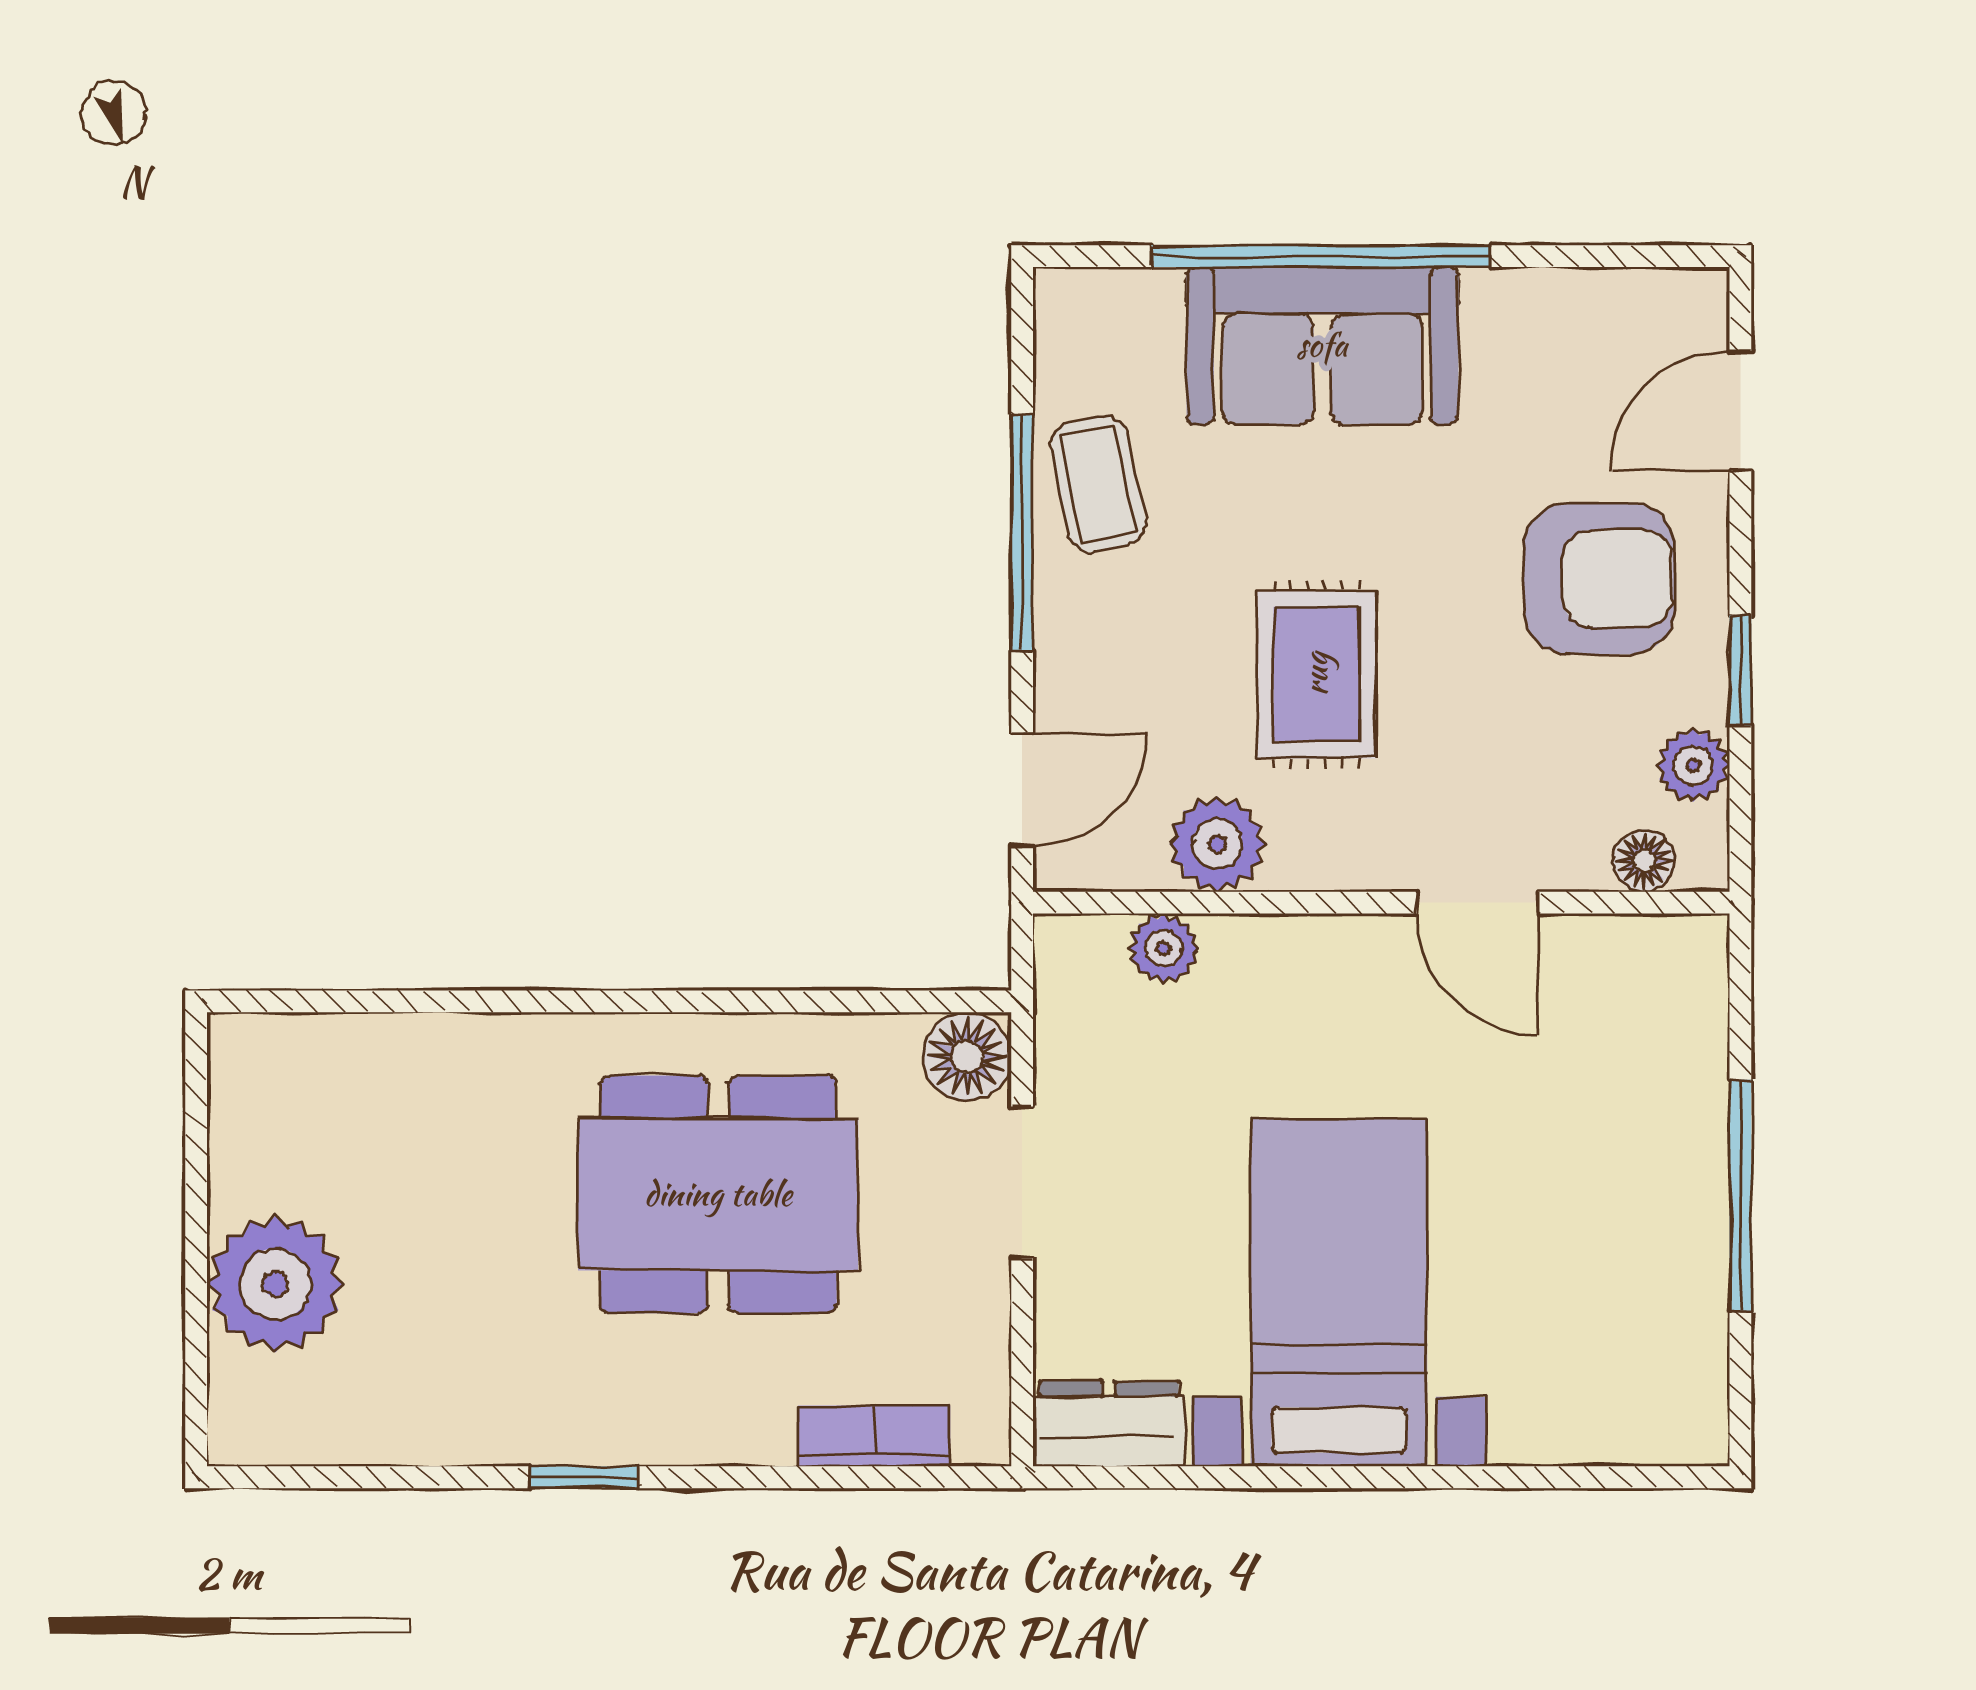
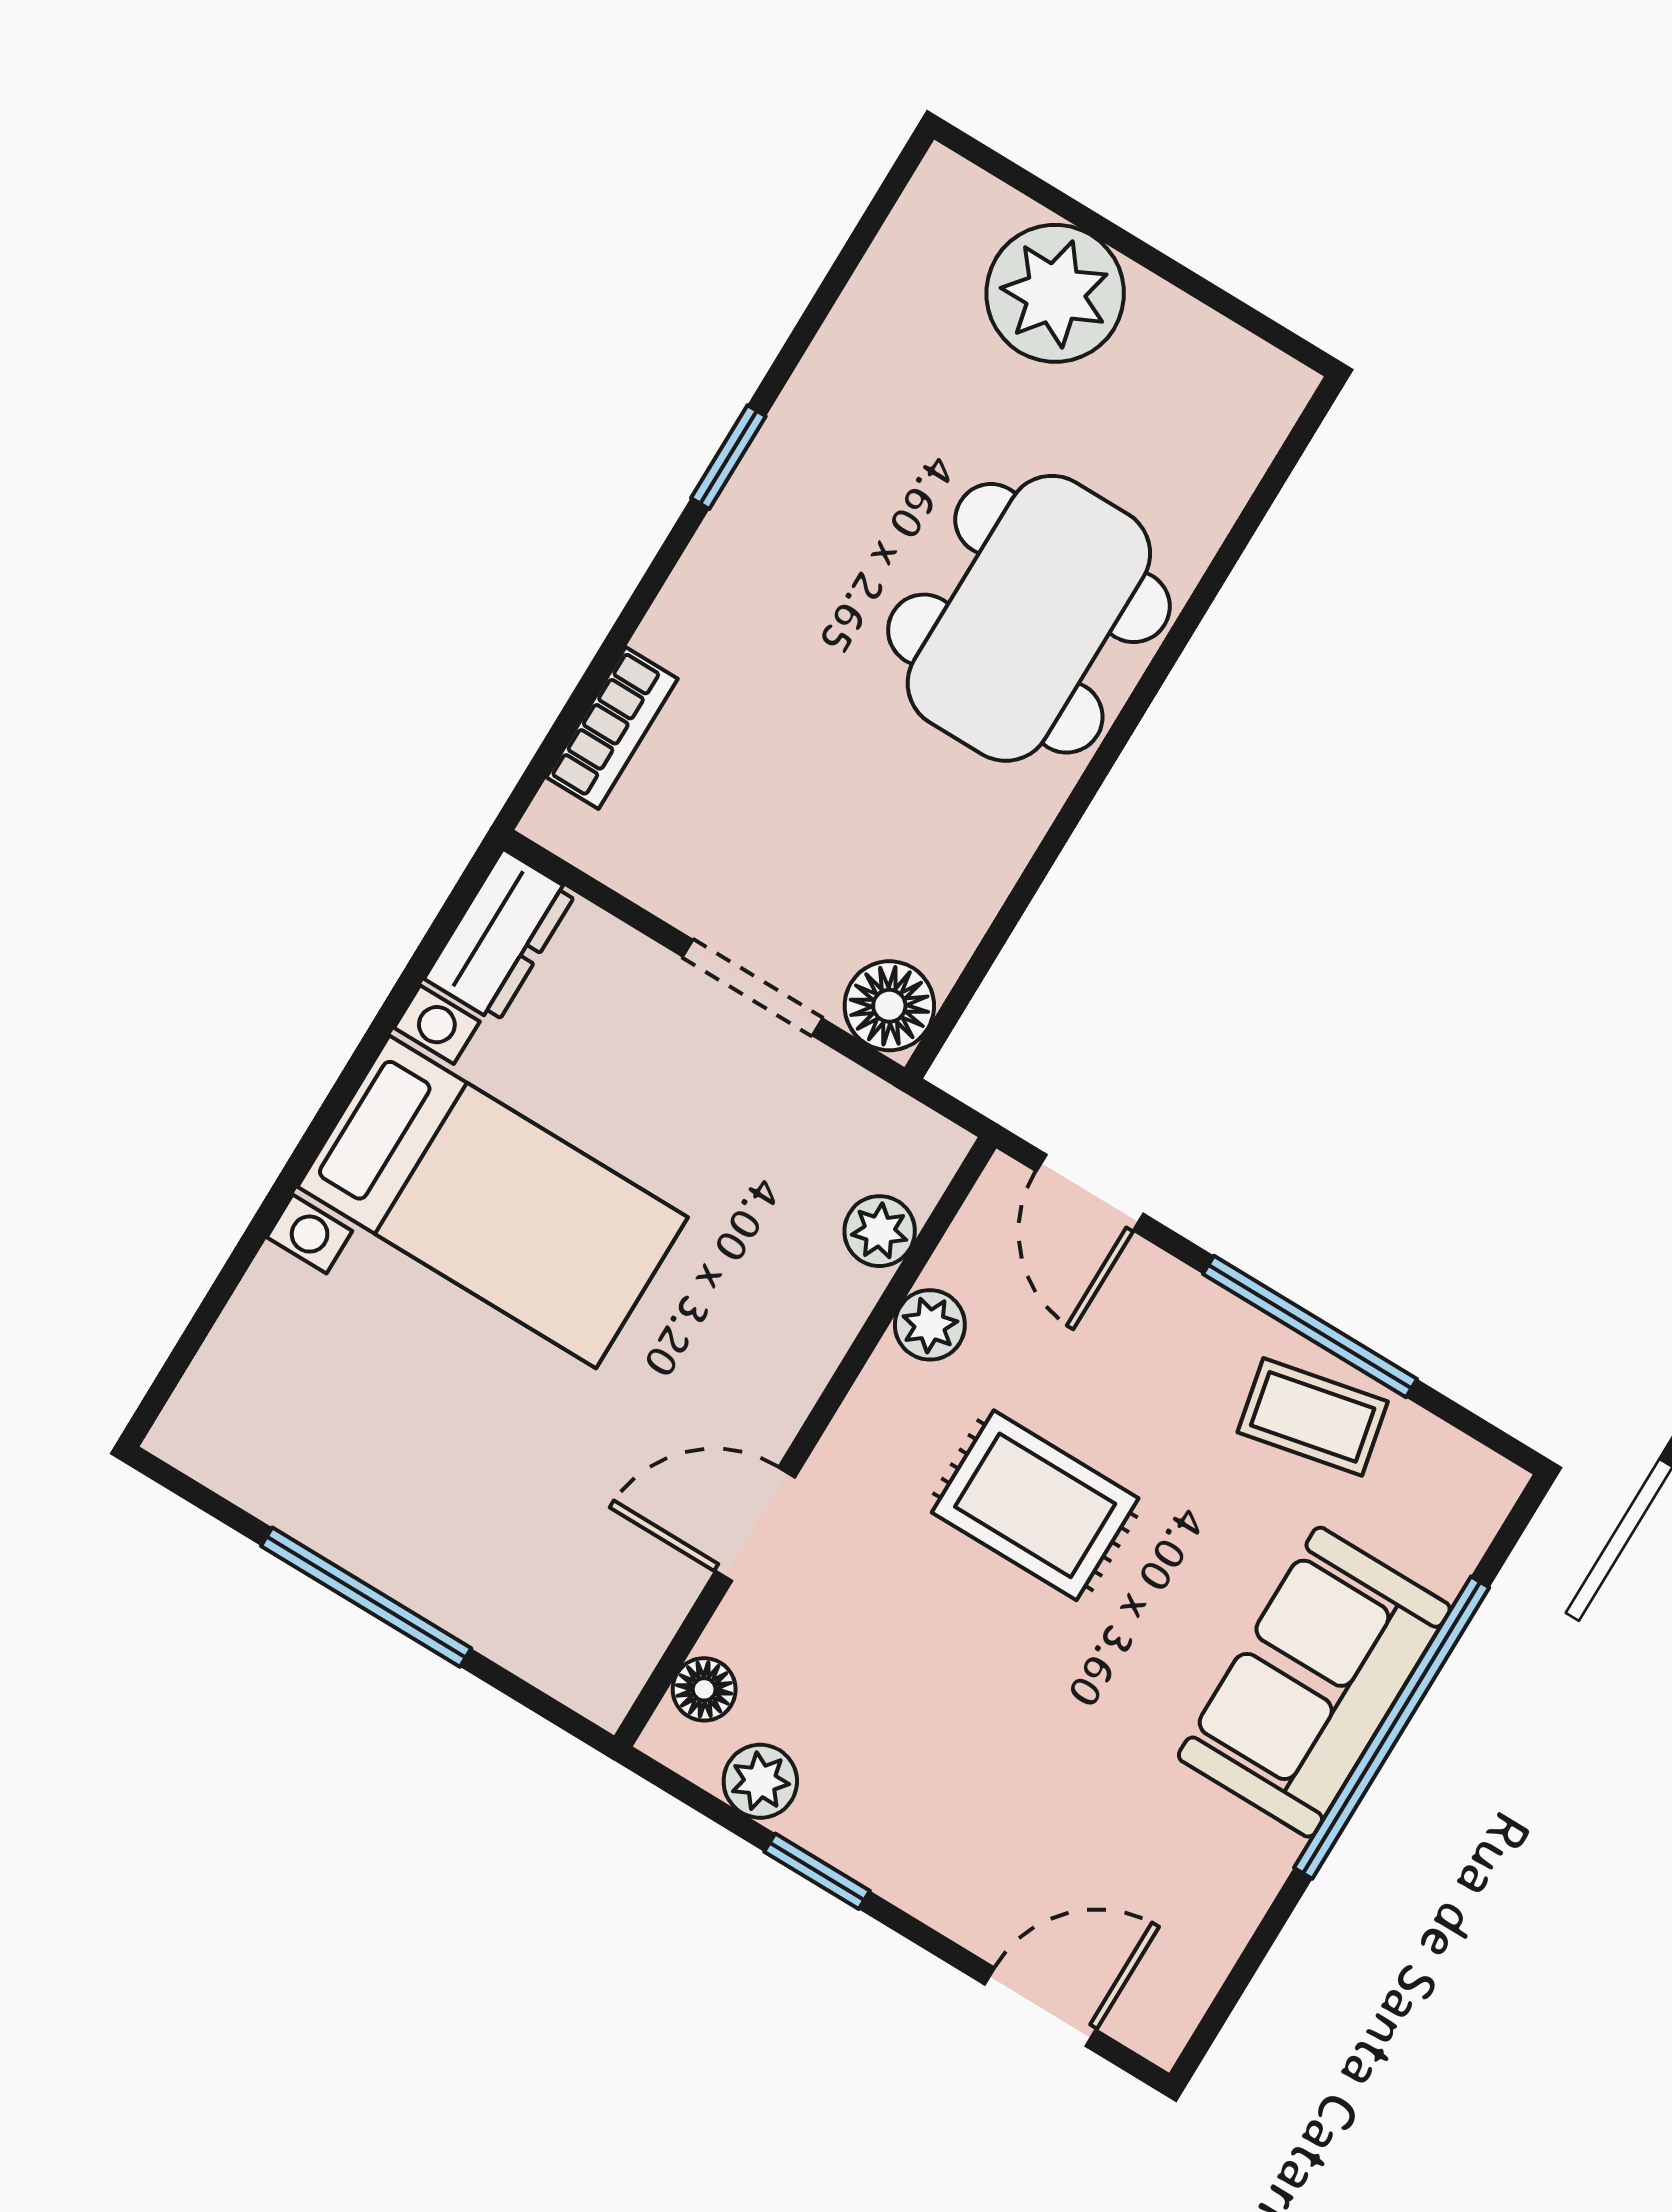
door: (1740, 410) -> (1040, 2007), hinge flipped
armchair: (1599, 578) -> (970, 1798), removed
plant: (1217, 844) -> (930, 1325), width x0.73, depth x0.73
dining table: (718, 1194) -> (1029, 618), moved

